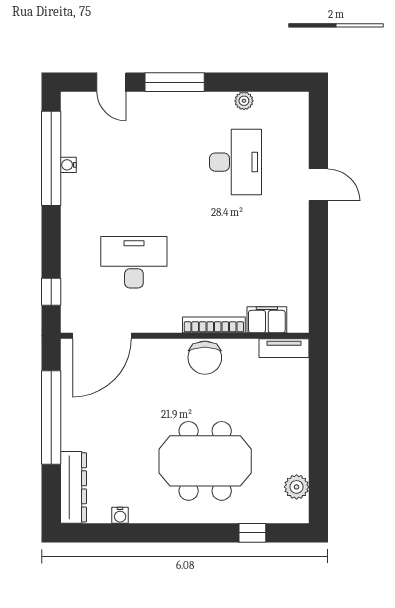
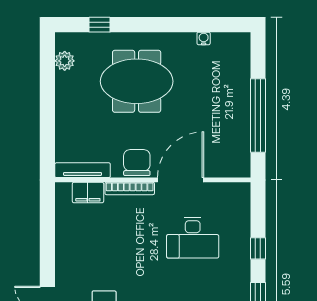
window: (51, 292) -> (258, 248), moved
door: (102, 336) -> (181, 180), moved
tv unit: (284, 348) -> (83, 170), width x1.41
dresser: (73, 487) -> (240, 60), removed

